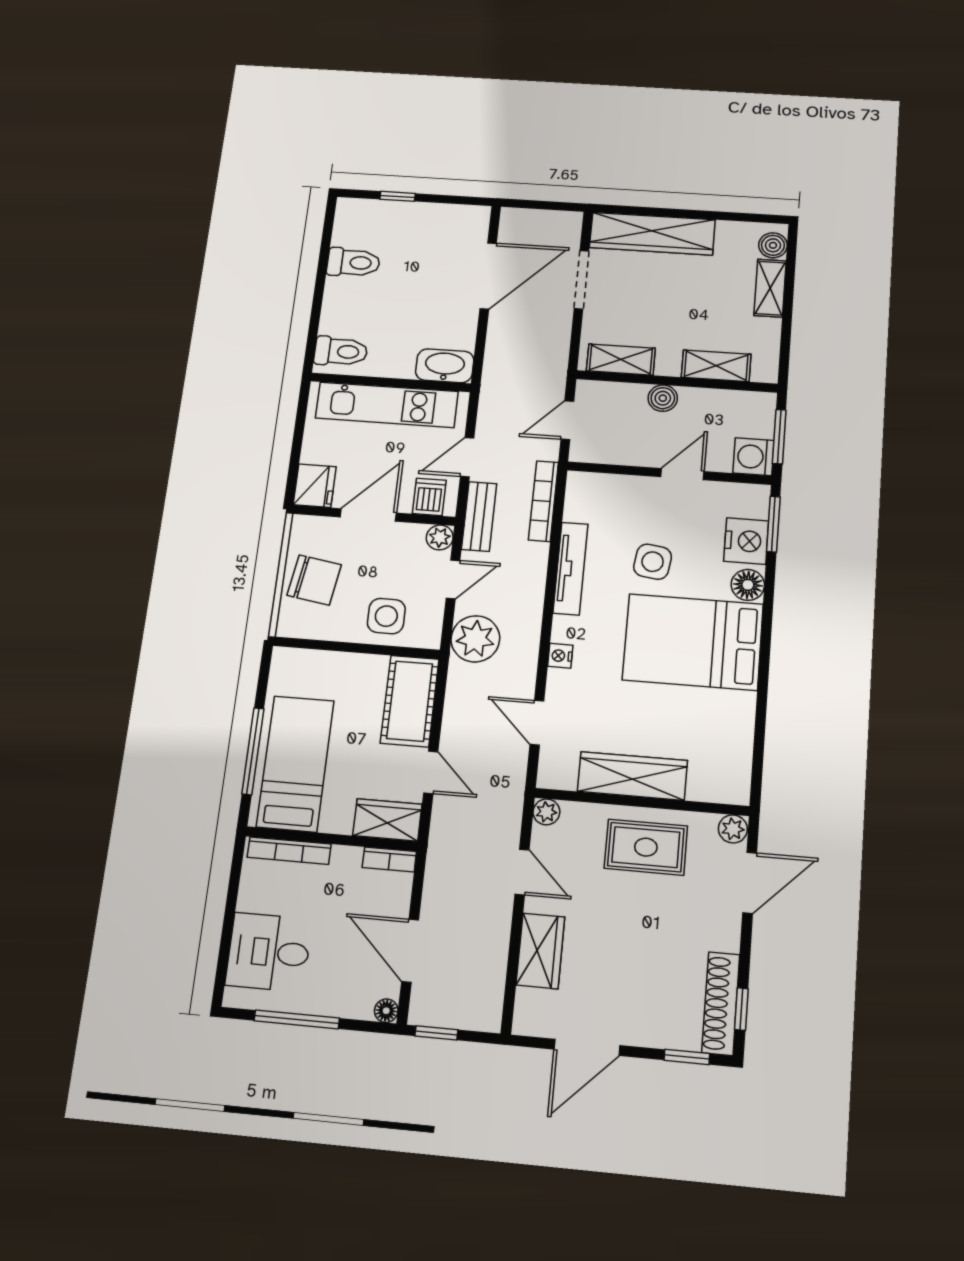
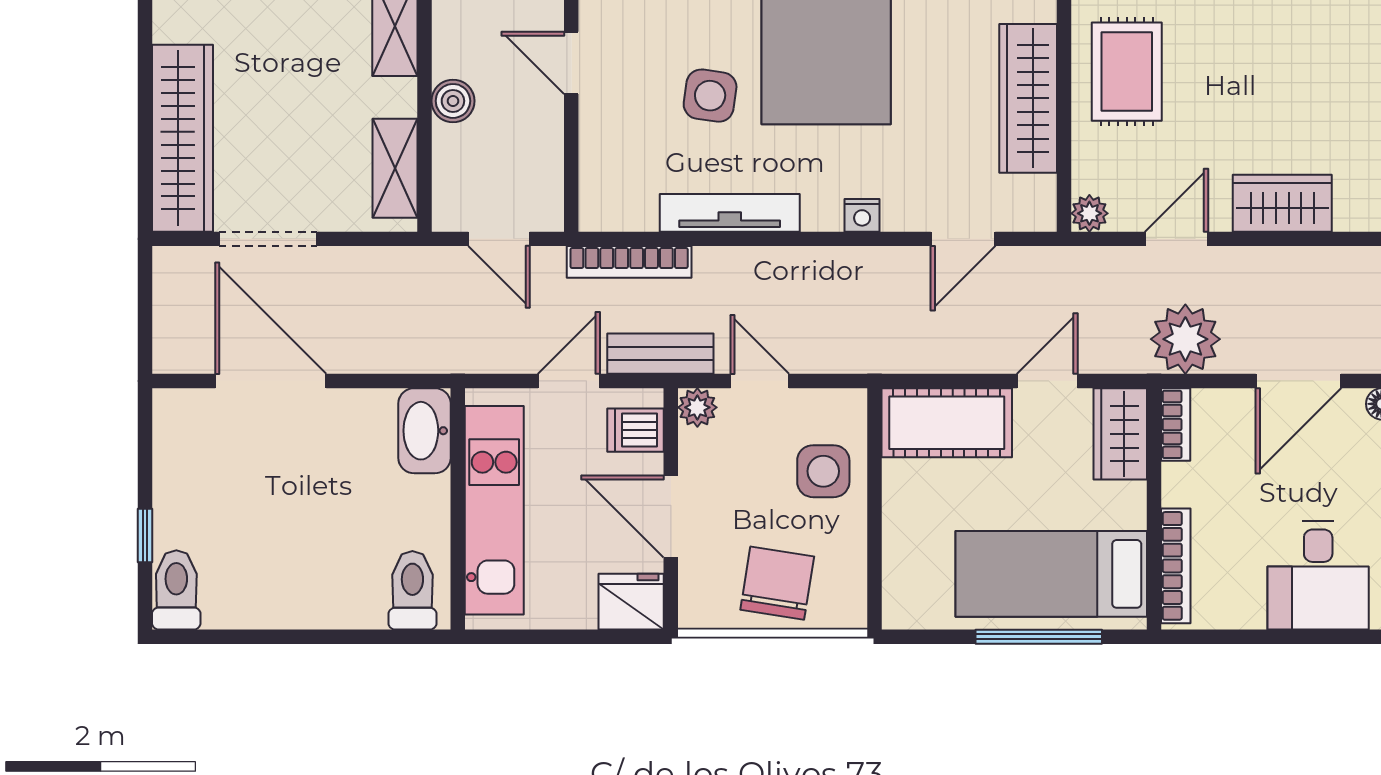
toilet: (353, 262) -> (176, 590), moved
door: (467, 457) -> (569, 381), swing flipped
plant: (475, 639) -> (1185, 339), moved

